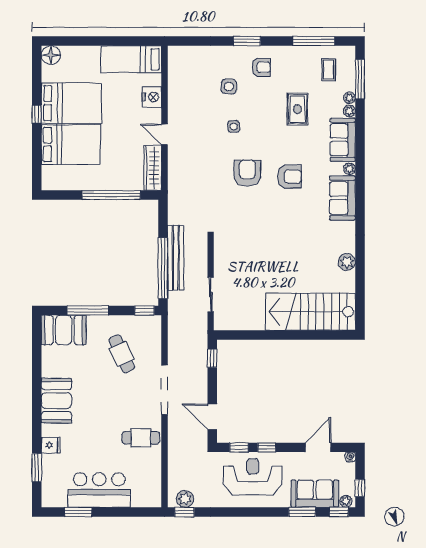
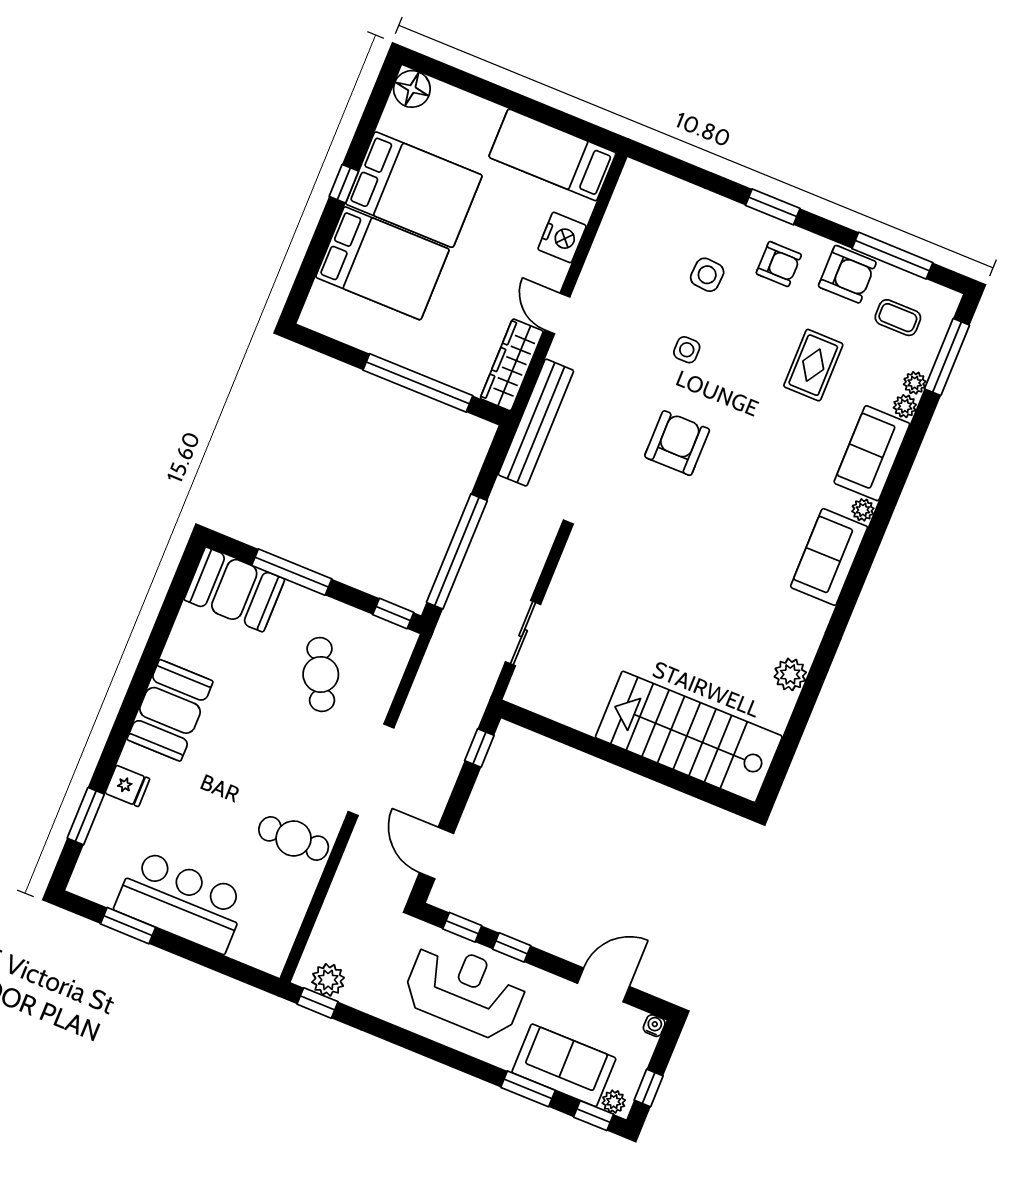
coffee table: (329, 70) -> (898, 318), turned 90
armchair: (289, 176) -> (847, 274), moved
bench: (176, 258) -> (536, 423), moved

